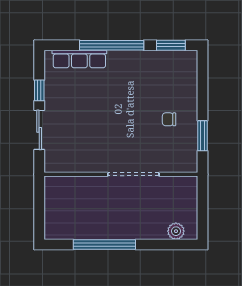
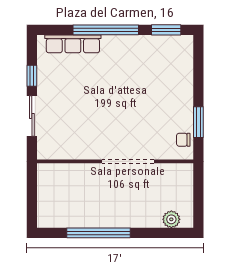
chair: (169, 119) -> (183, 140), moved

